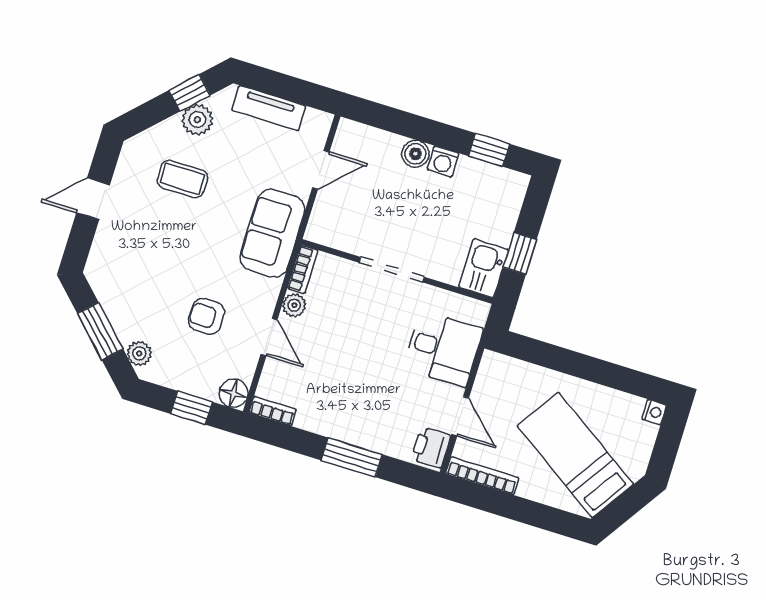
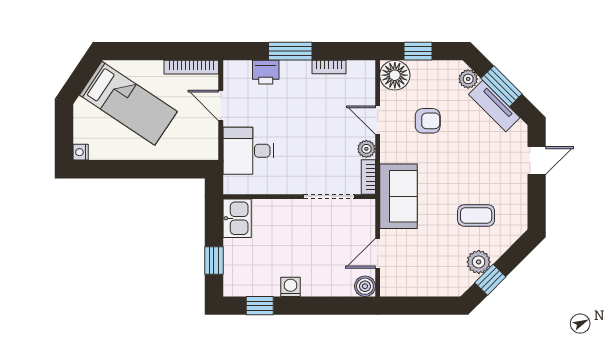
tv unit: (269, 108) -> (494, 106), moved, turned -135
boiler: (415, 154) -> (365, 286), moved
door: (93, 199) -> (537, 160), moved
window: (520, 253) -> (214, 260), moved
doorway: (392, 270) -> (329, 197), moved
floor lamp: (233, 393) -> (395, 75), width x1.38, depth x1.38
bookcase: (273, 411) -> (329, 67), moved
printer: (431, 448) -> (266, 72), moved, turned 90

